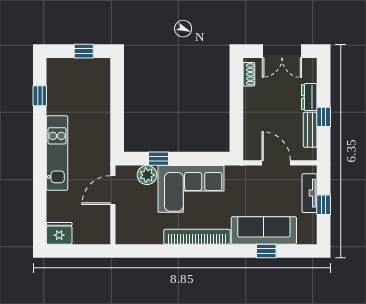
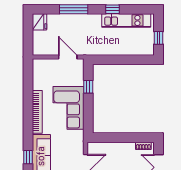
window: (40, 96) -> (112, 9), moved
kitchen unit: (57, 153) -> (126, 20), moved
plant: (147, 175) -> (78, 79), removed
window: (40, 181) -> (74, 9), added

